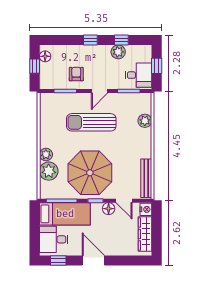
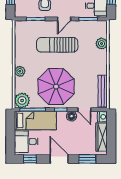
plant: (49, 171) -> (22, 100), moved
window: (128, 260) -> (87, 159), added

